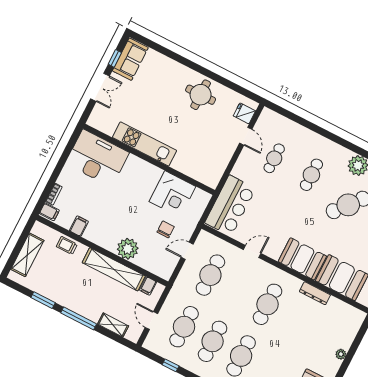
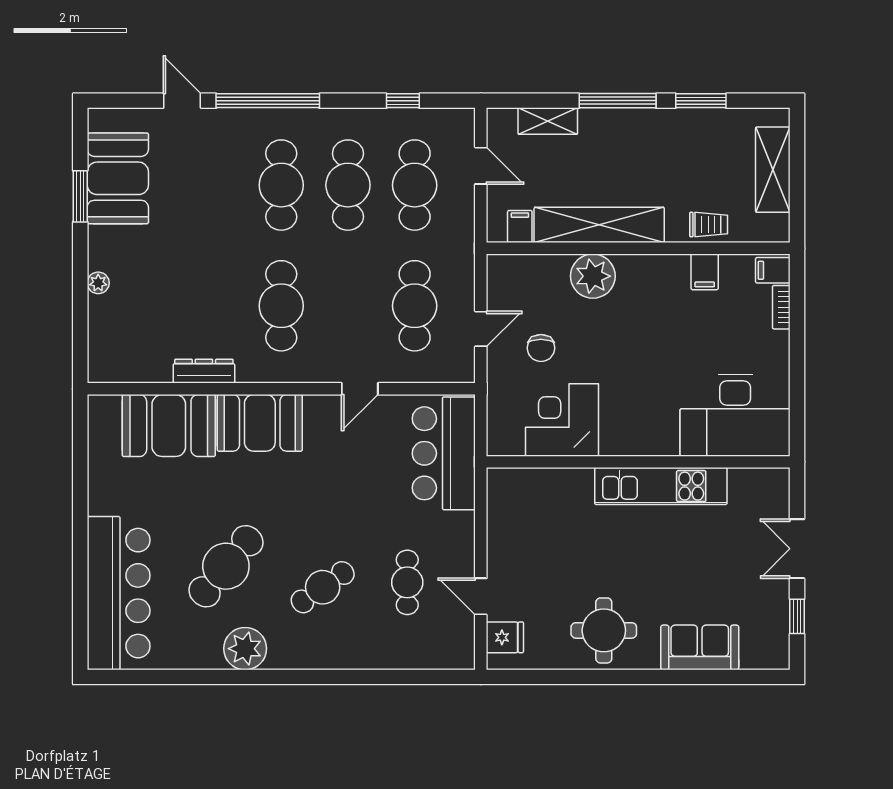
sofa: (130, 59) -> (700, 647), moved, turned 90
cafe table: (311, 175) -> (323, 587), turned 55

